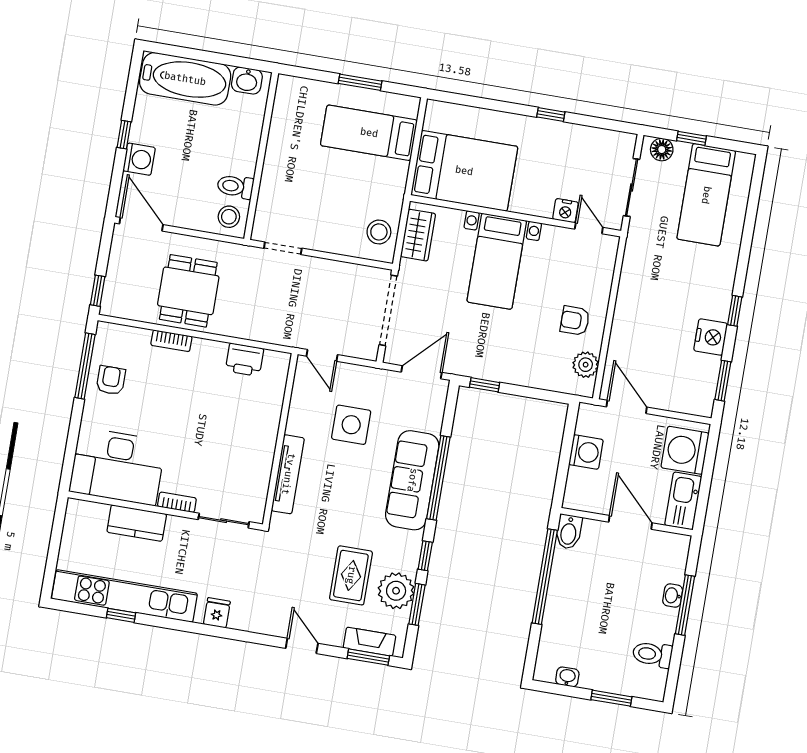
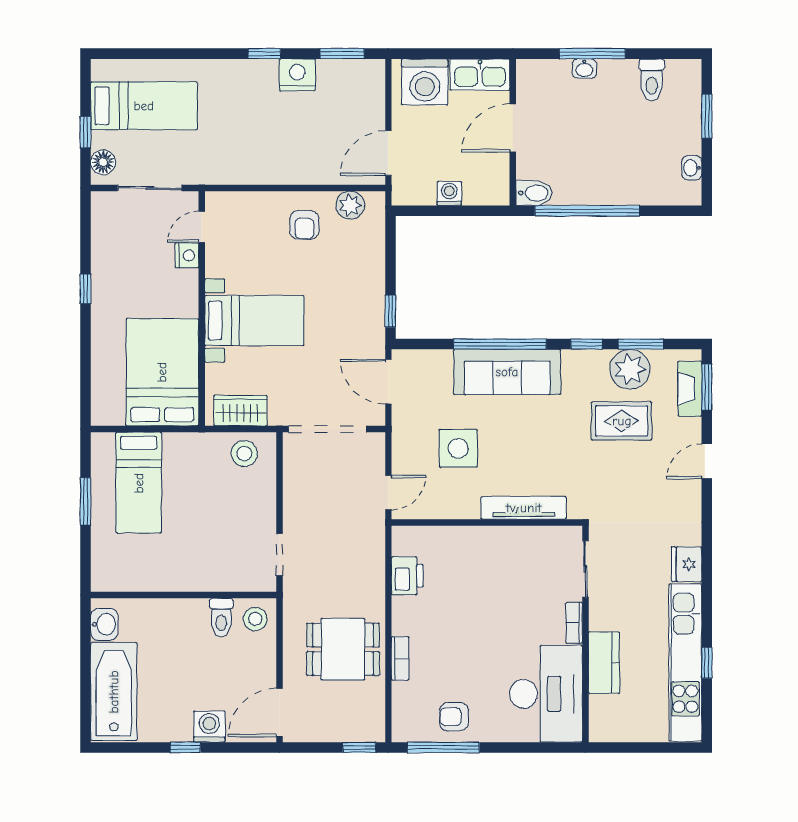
washing machine: (586, 452) -> (449, 193), width x0.73, depth x0.73
fridge: (217, 613) -> (687, 564), width x1.38

